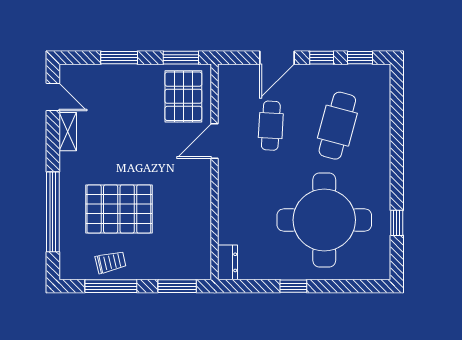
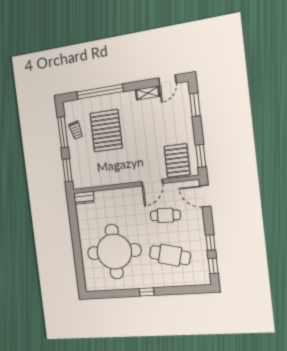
window: (119, 58) -> (195, 105), moved
door: (277, 58) -> (205, 196), moved
pallet: (183, 96) -> (177, 160), turned 90
door: (215, 141) -> (152, 183), swing flipped
window: (397, 223) -> (147, 292), moved
window: (293, 286) -> (76, 237), removed

